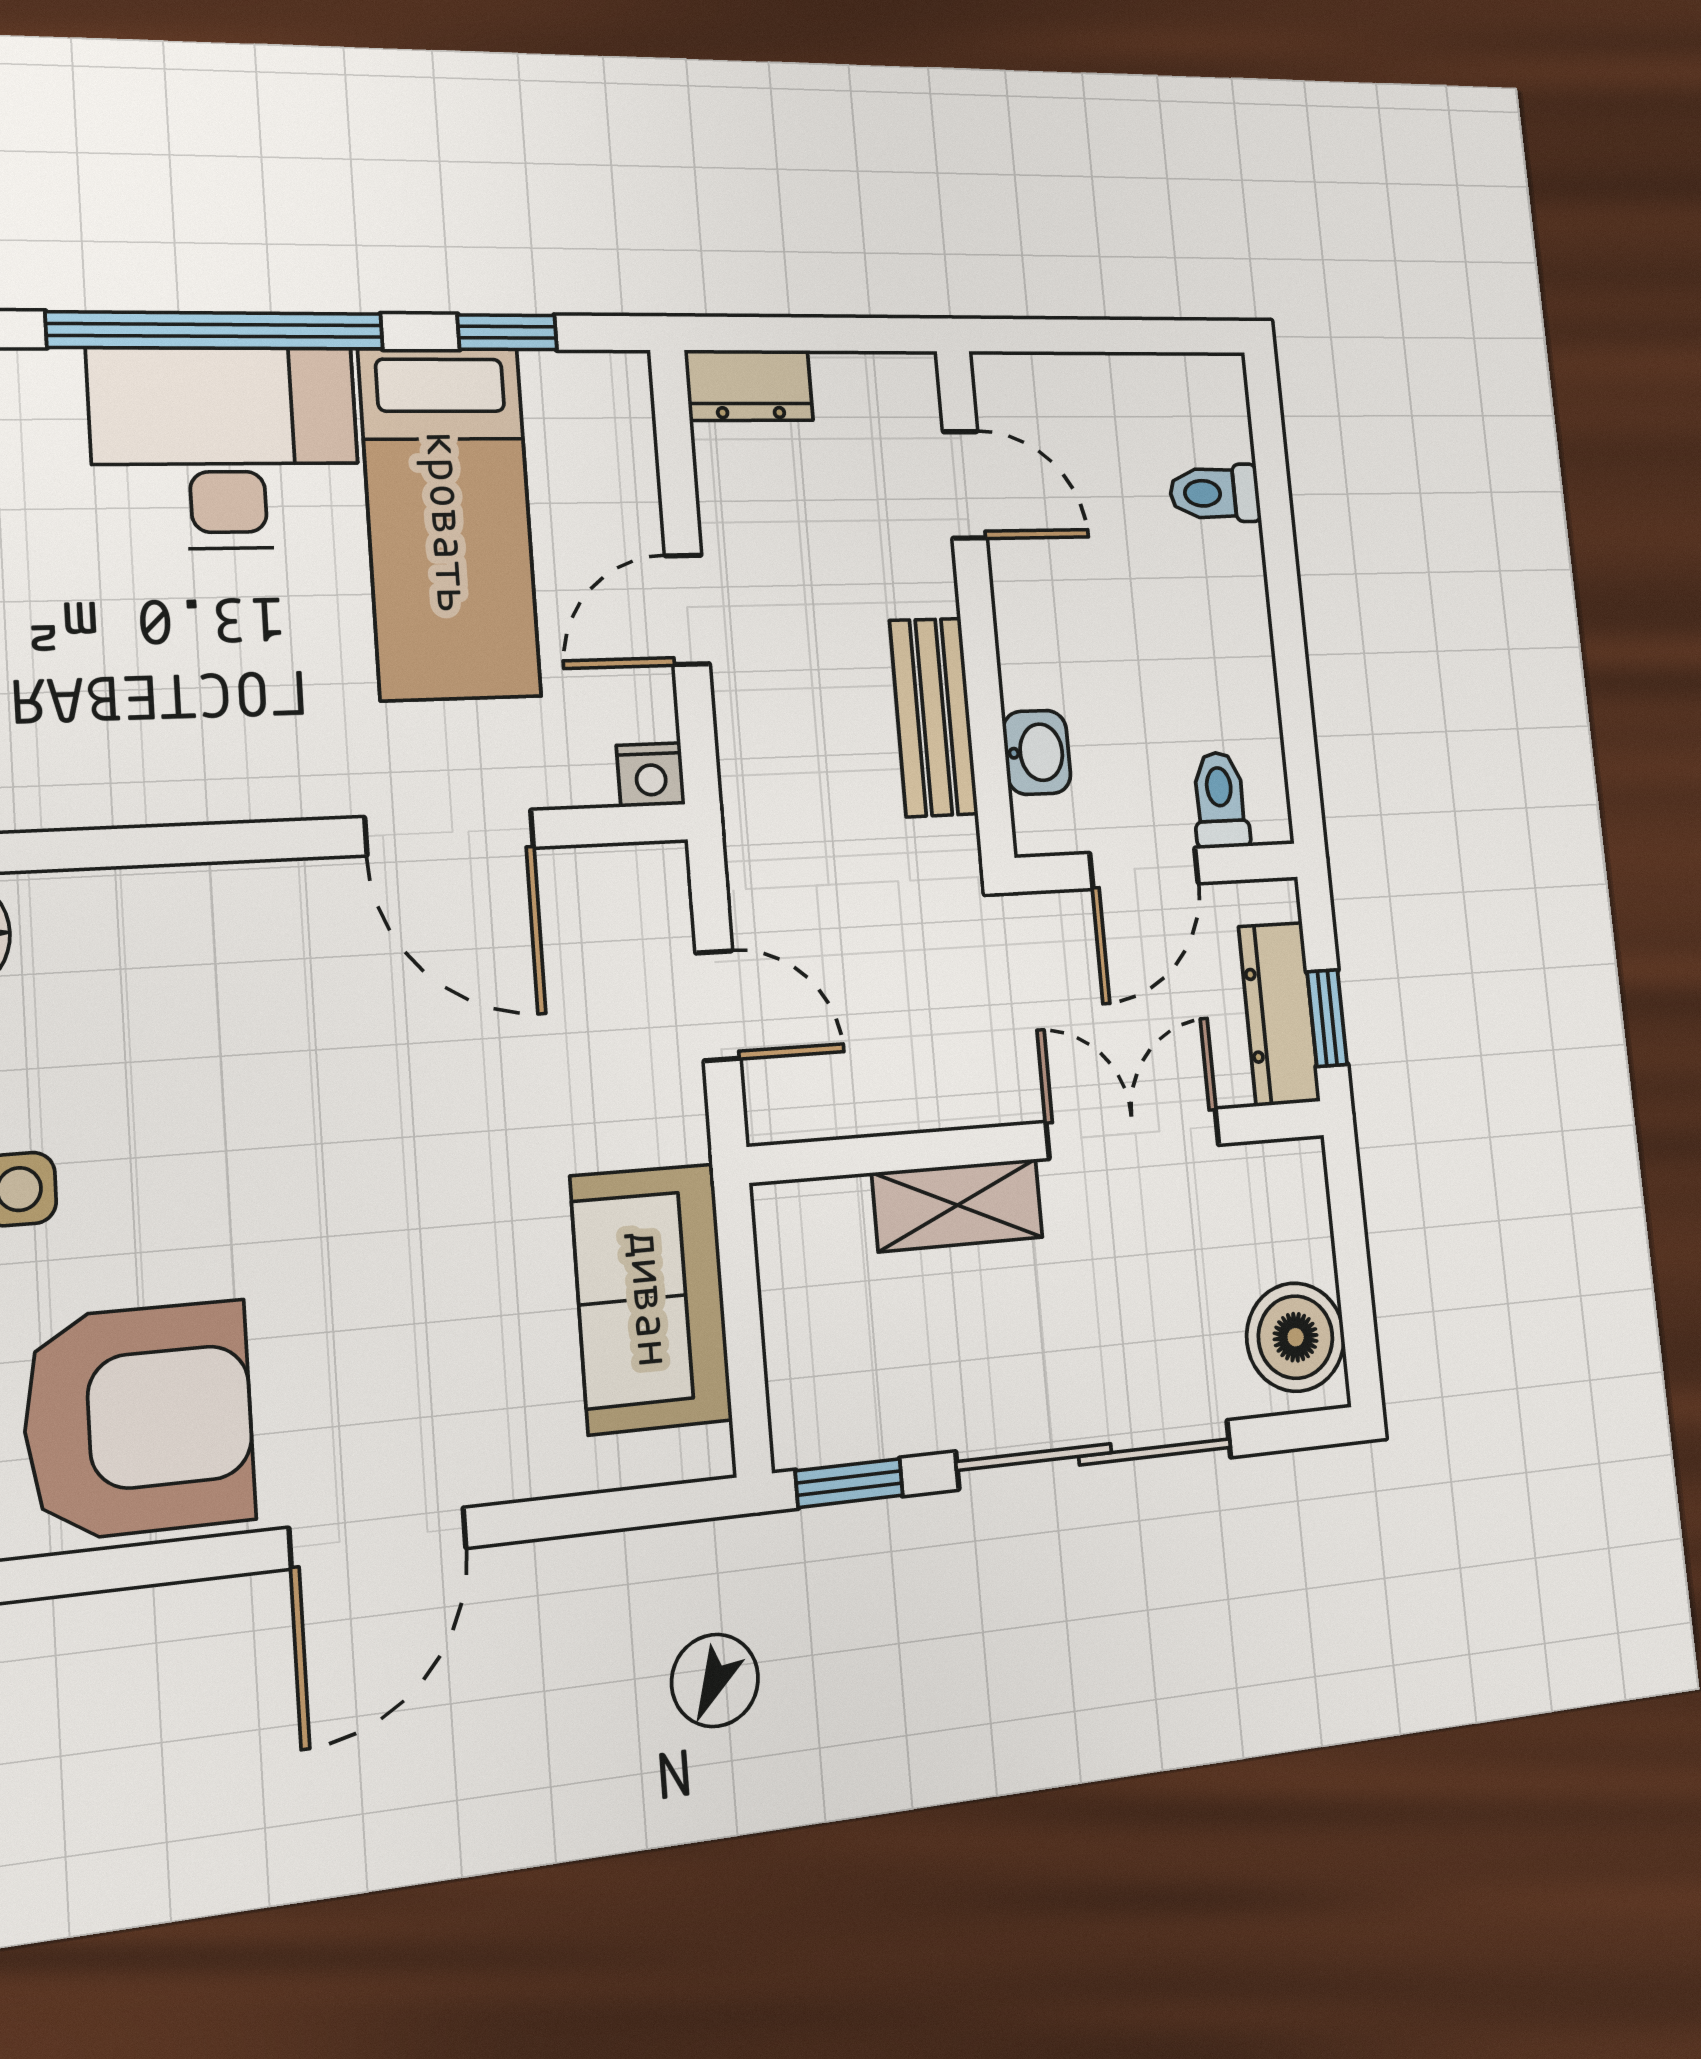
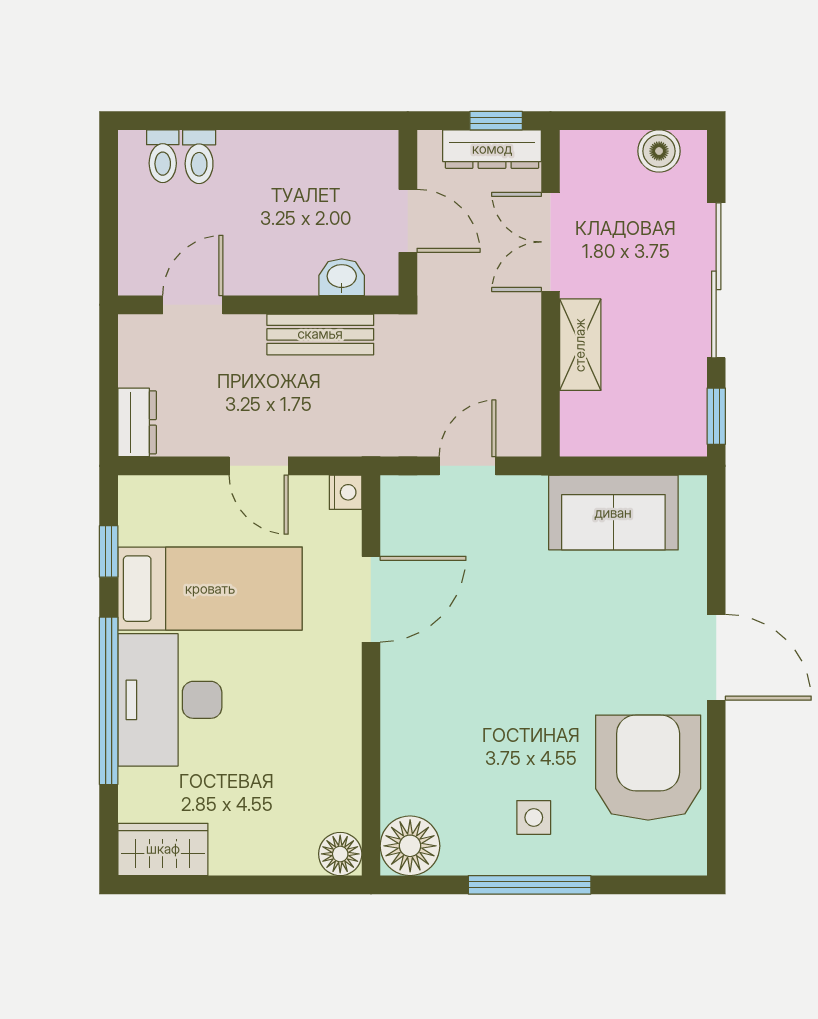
toilet: (1220, 800) -> (163, 156), moved, turned -90
boiler: (1296, 1337) -> (659, 151), width x0.73, depth x0.73

